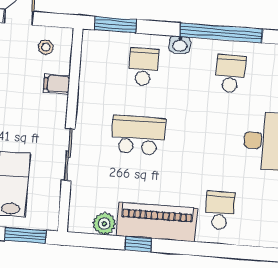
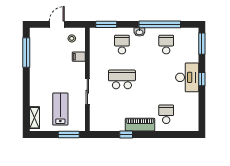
piano: (157, 222) -> (140, 125), width x0.73, depth x0.75
plant: (104, 224) -> (108, 125), removed

